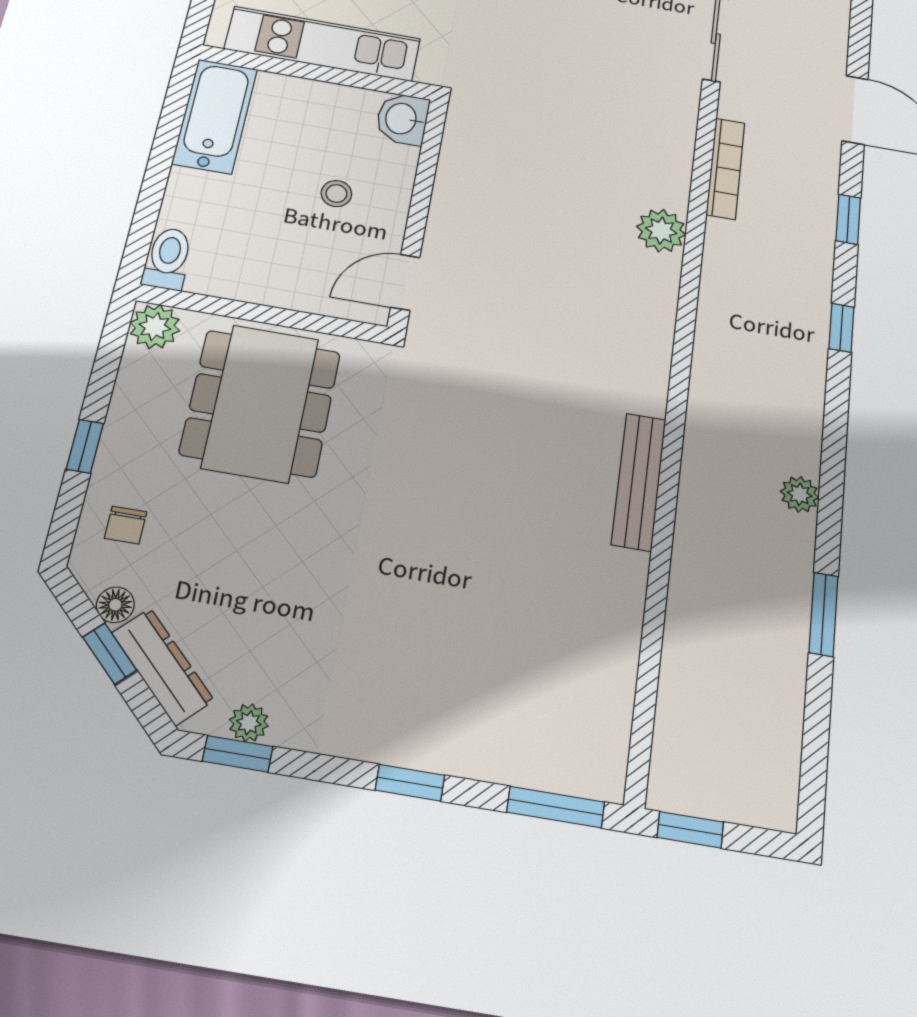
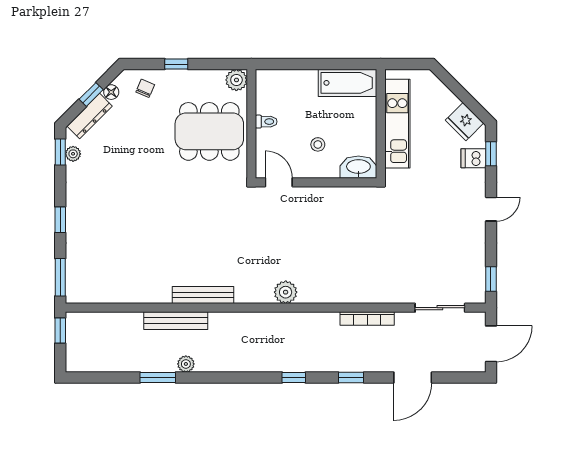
washbasin: (402, 119) -> (358, 167), width x1.38
plant: (661, 231) -> (286, 292), moved
toilet: (168, 259) -> (266, 122), moved, width x0.73, depth x0.72
plant: (800, 494) -> (186, 364), moved
chair: (126, 525) -> (145, 88), turned 113
bench: (692, 551) -> (176, 321), added

